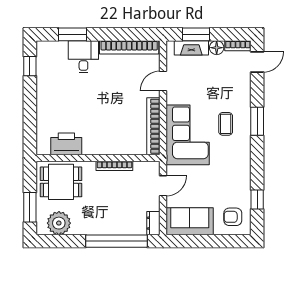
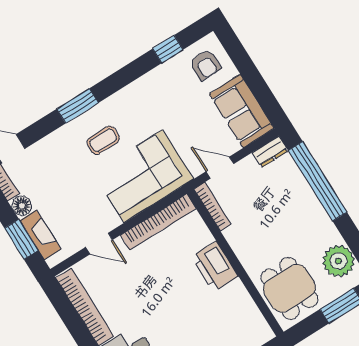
printer: (66, 144) -> (215, 266), moved
bookcase: (114, 166) -> (213, 207), moved

